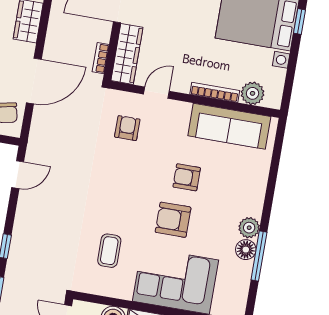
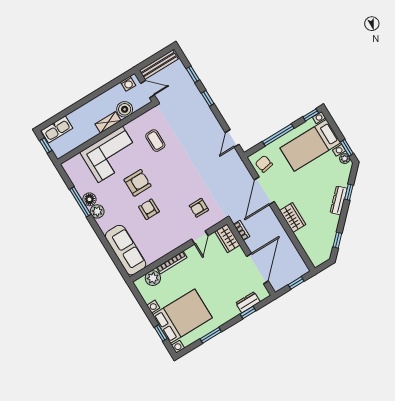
wardrobe: (127, 54) -> (227, 238), width x0.67
sofa: (229, 126) -> (126, 250), moved, turned 90
armchair: (127, 128) -> (199, 208), turned 90
armchair: (187, 177) -> (149, 209), turned -90

